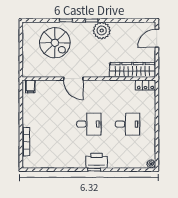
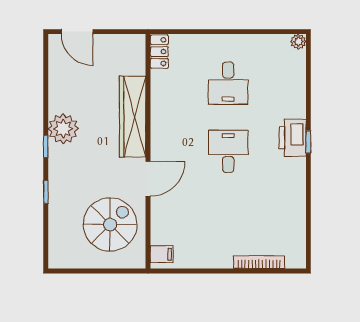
spiral stairs: (55, 43) -> (110, 225), moved
wardrobe: (133, 70) -> (133, 117), moved
desk: (127, 124) -> (228, 83), turned 180

